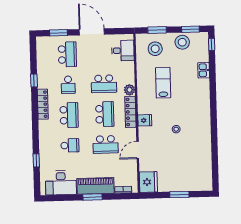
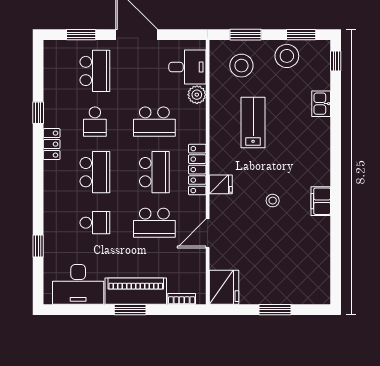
plant: (130, 90) -> (197, 95), moved
locker: (43, 104) -> (52, 144), width x0.66
filing cabinet: (205, 129) -> (321, 201), added

